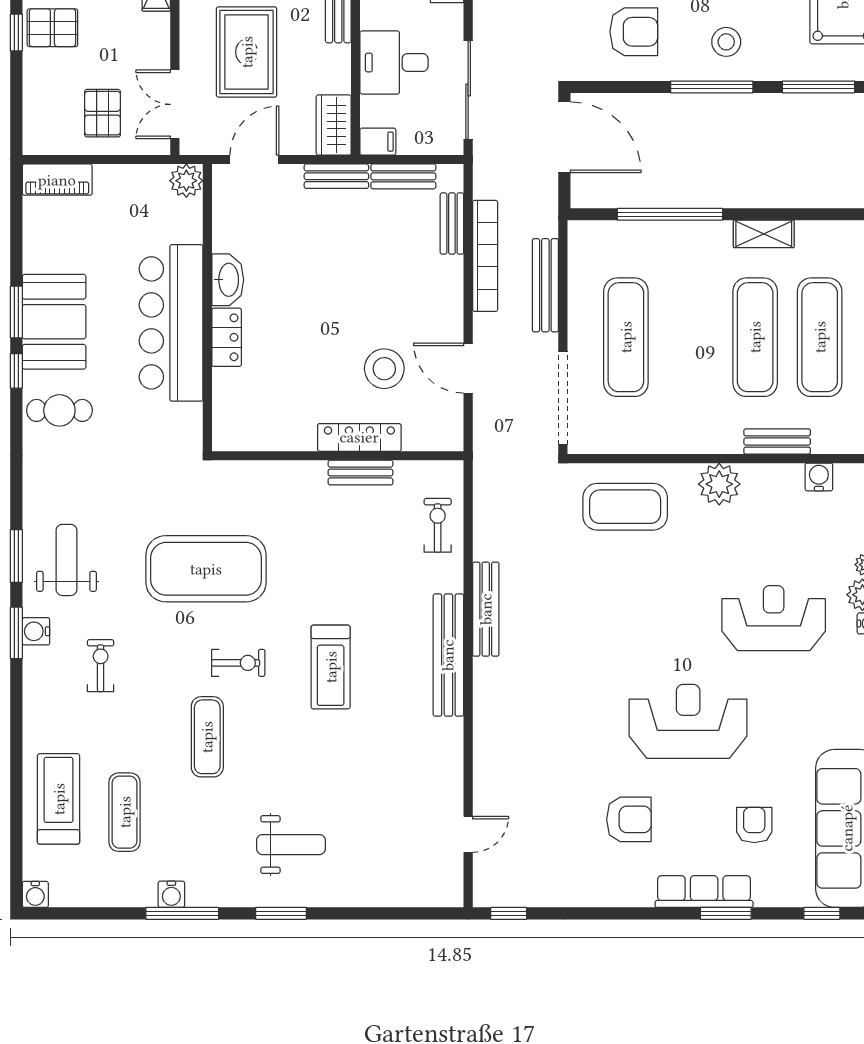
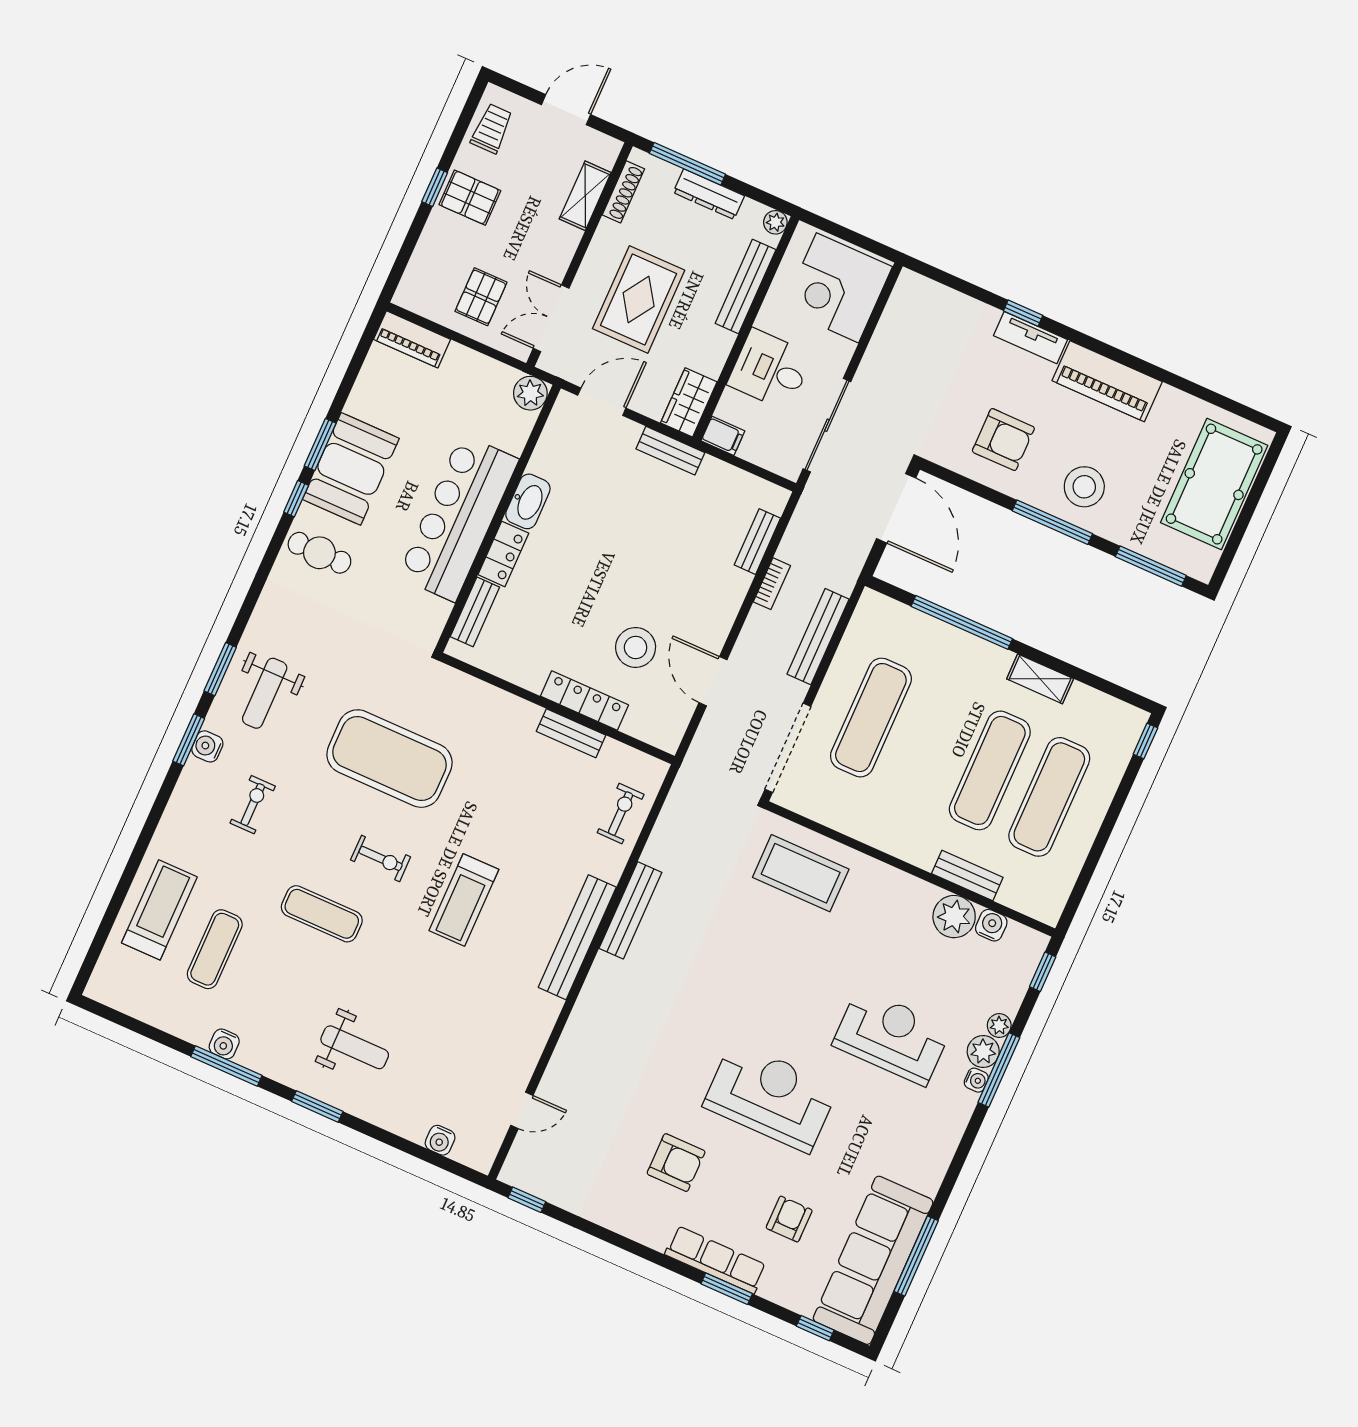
stool: (726, 42) -> (1084, 487), width x1.38, depth x1.38
bench: (403, 176) -> (475, 612), moved, turned 90
bookcase: (485, 256) -> (772, 584), width x0.43, depth x0.76
plant: (719, 484) -> (954, 917), moved
weight bench: (66, 560) -> (265, 693), turned 180
exercise mat: (207, 737) -> (322, 914), turned 90
water cooler: (35, 894) -> (440, 1140), moved

